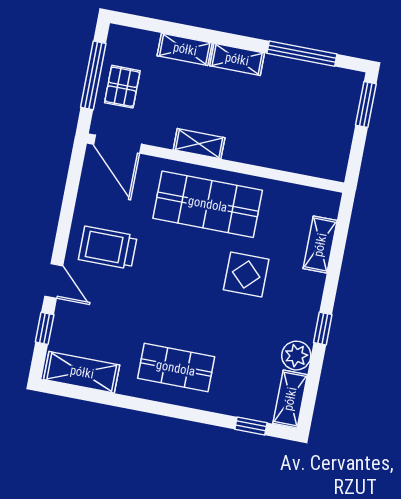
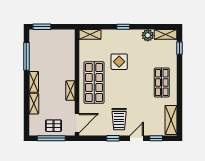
window: (65, 224) -> (113, 138), added
shelving: (320, 245) -> (90, 34), moved
window: (323, 329) -> (123, 27), moved

